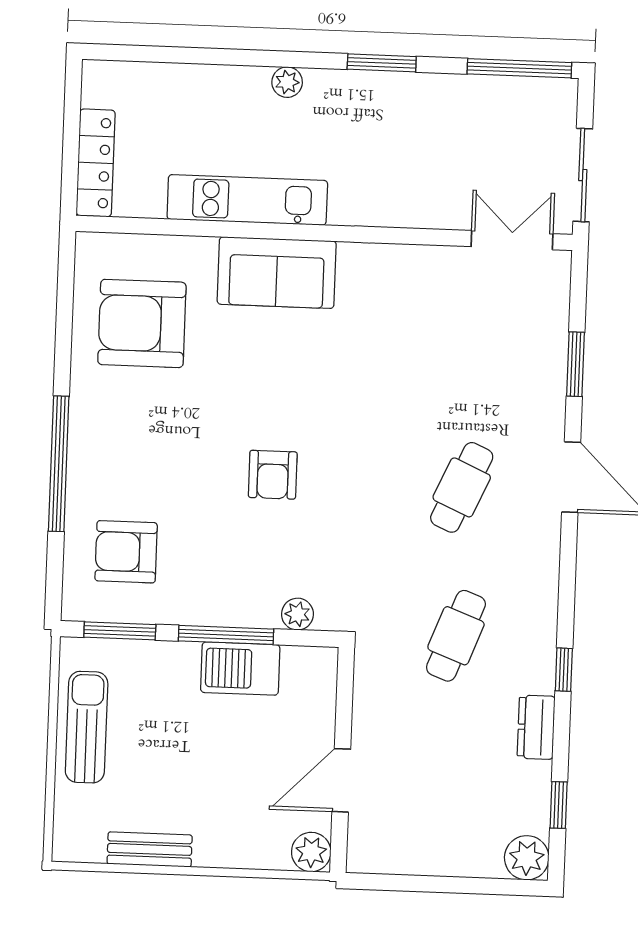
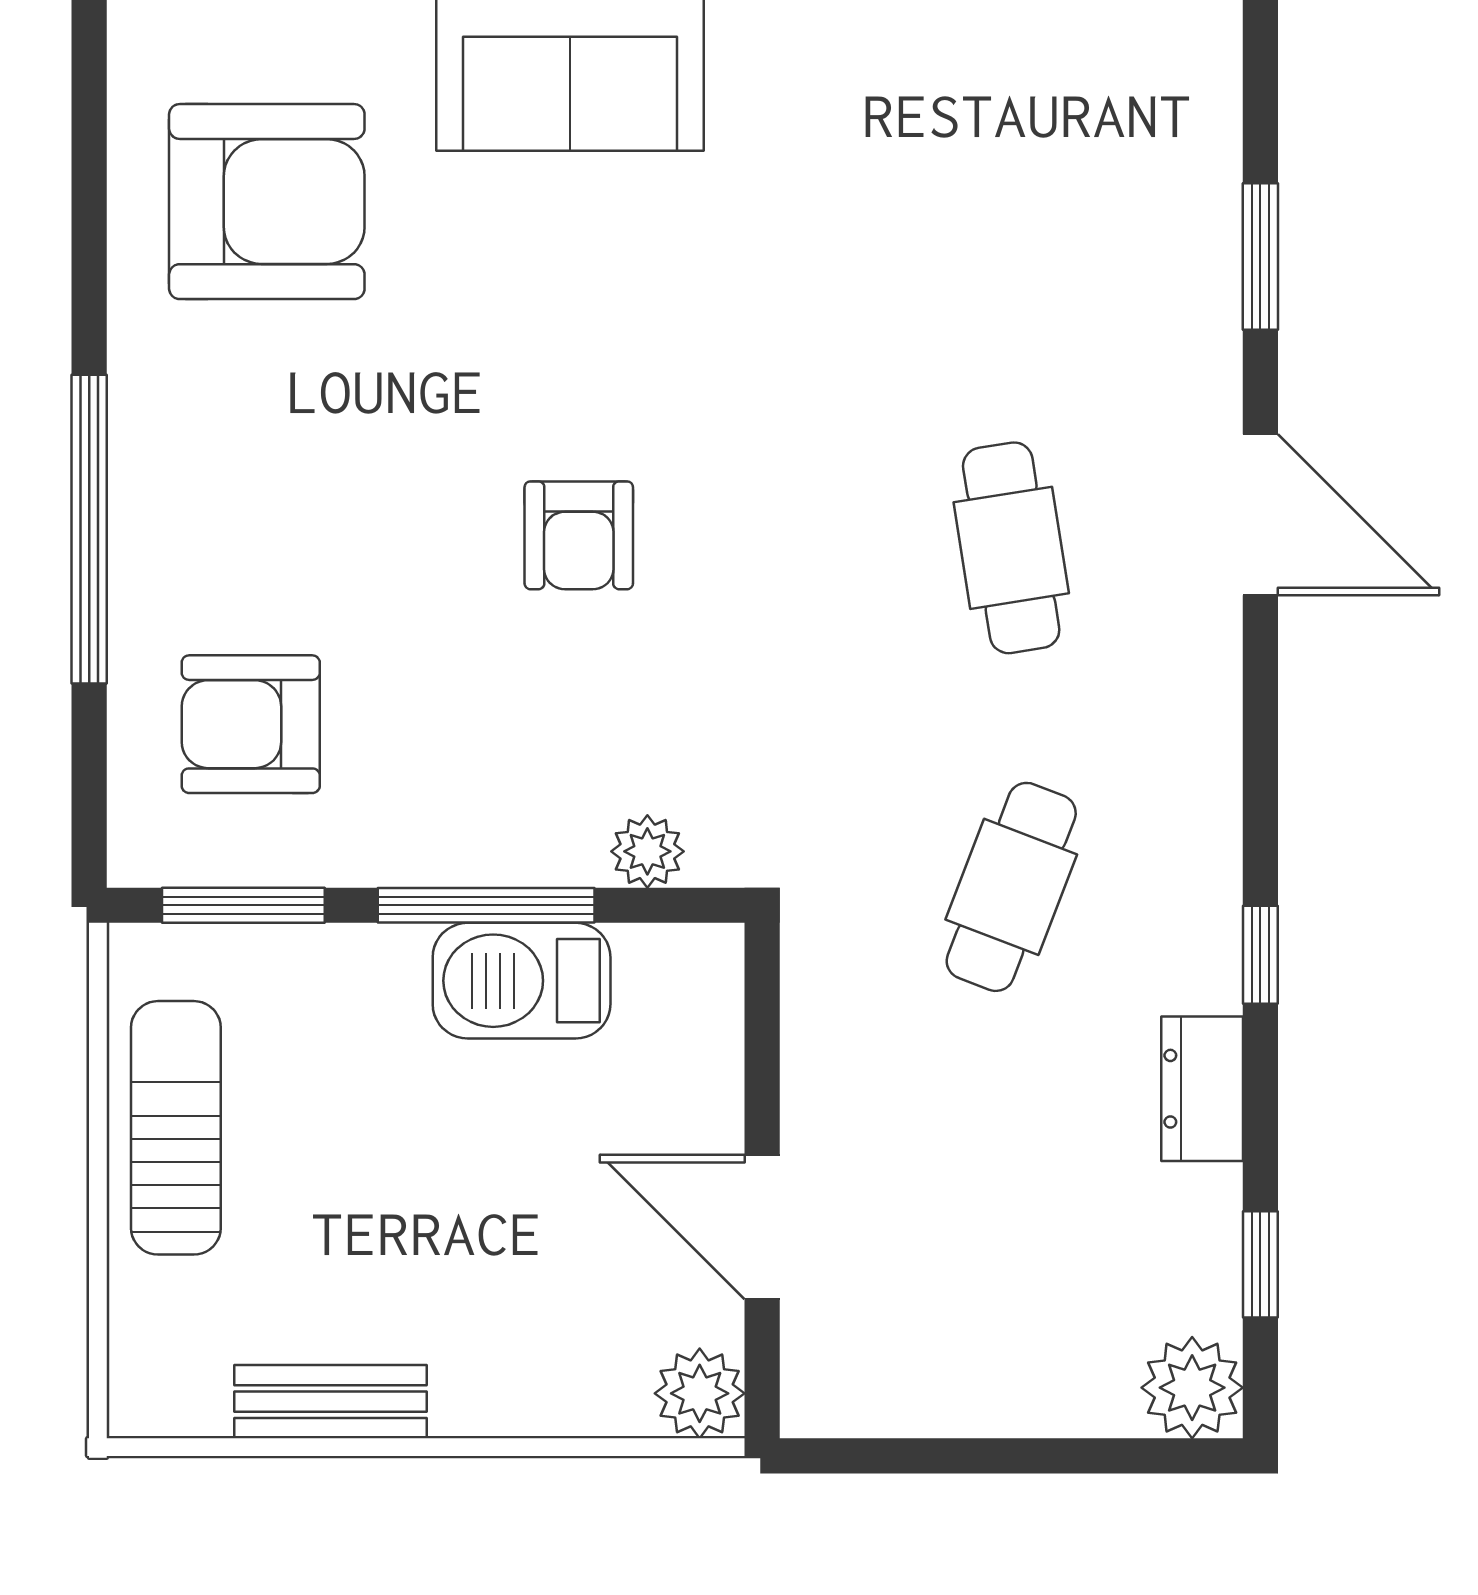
armchair: (142, 323) -> (267, 202), turned 180
cafe table: (462, 487) -> (1011, 548), turned -33
door: (341, 780) -> (762, 1227), hinge flipped

